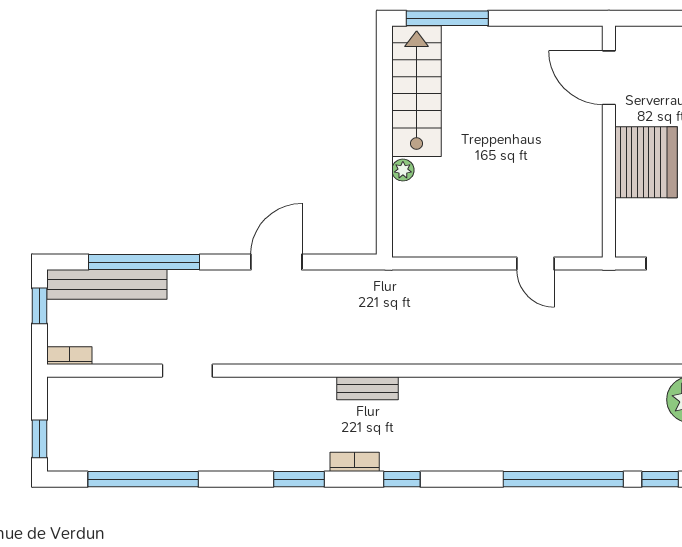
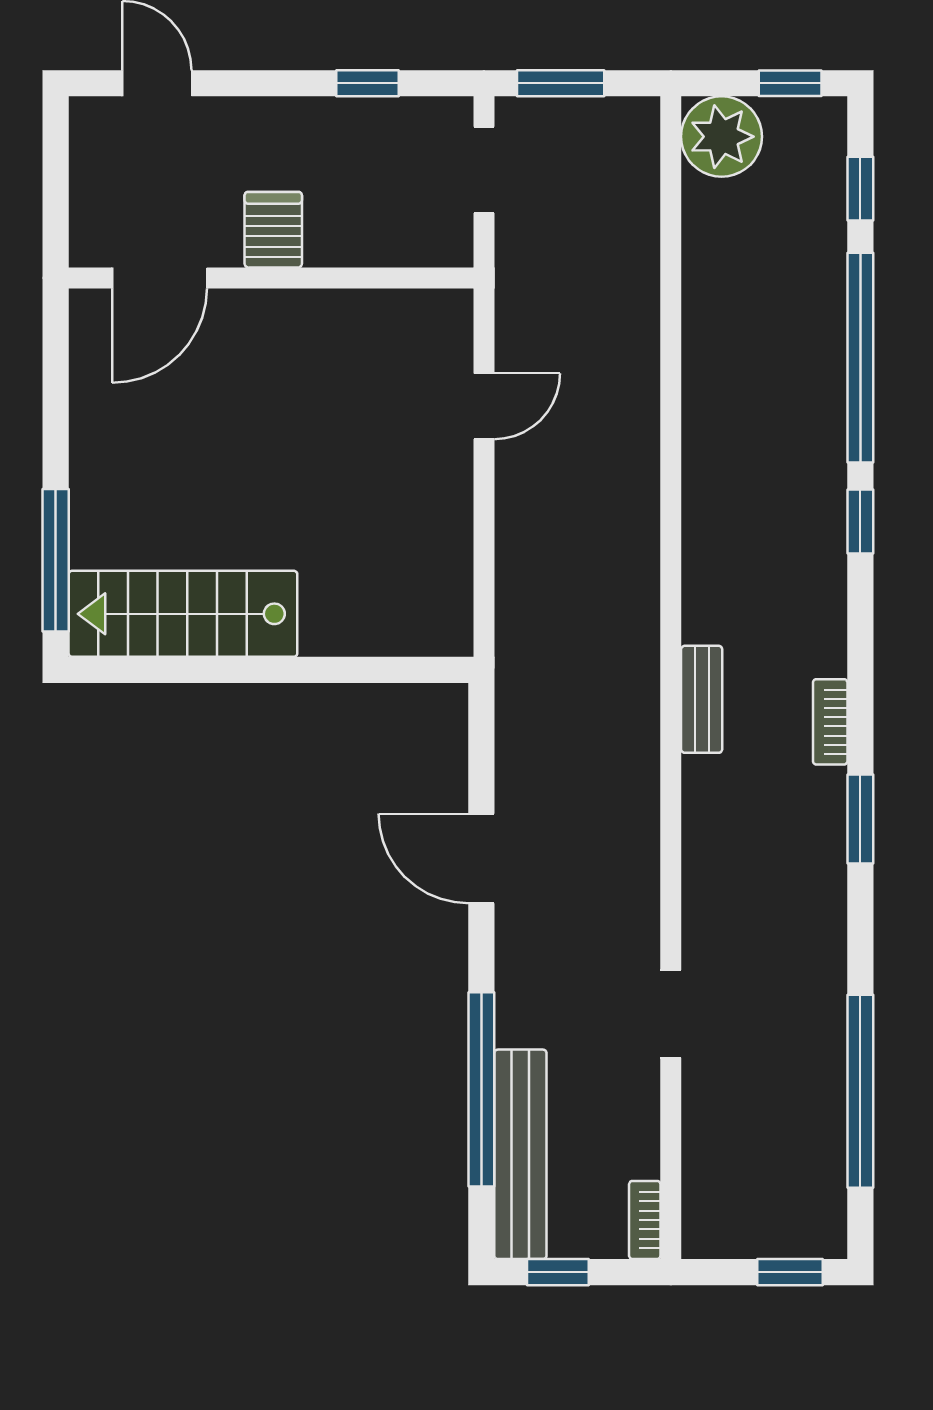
server rack: (646, 162) -> (273, 230), width x0.46, depth x0.70
plant: (403, 170) -> (321, 638), removed
window: (402, 479) -> (860, 521), moved

